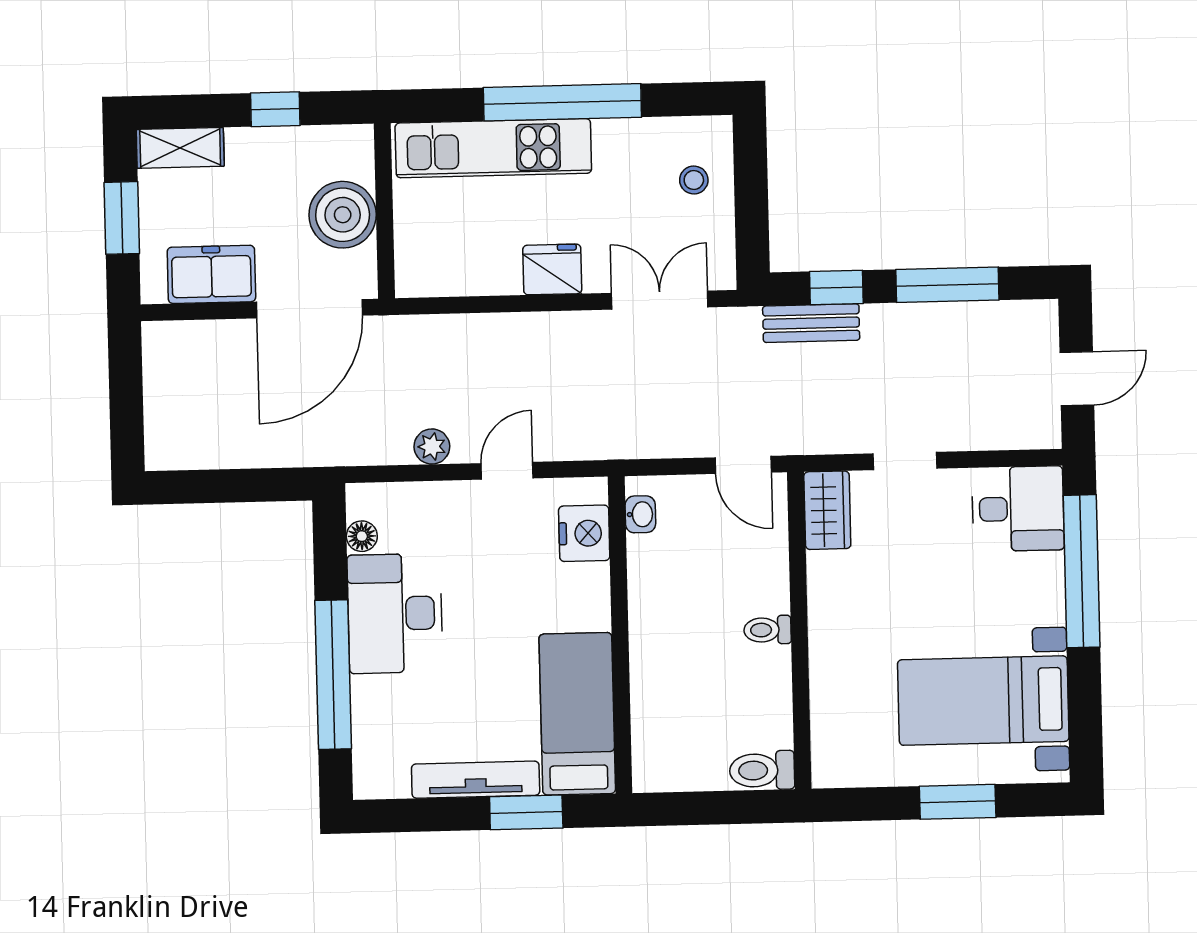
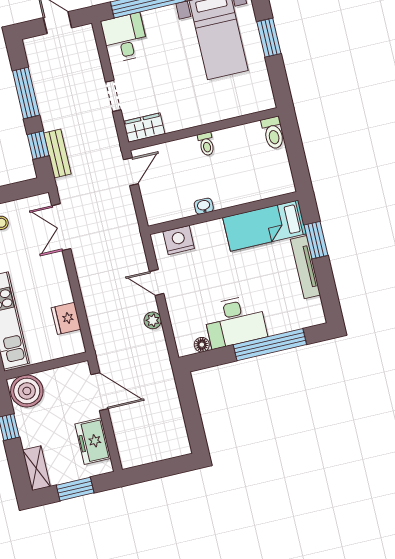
boiler: (343, 215) -> (27, 391), moved
fridge: (552, 269) -> (66, 318), moved
door: (309, 309) -> (100, 392), width x0.73
washbasin: (640, 514) -> (204, 206), moved

